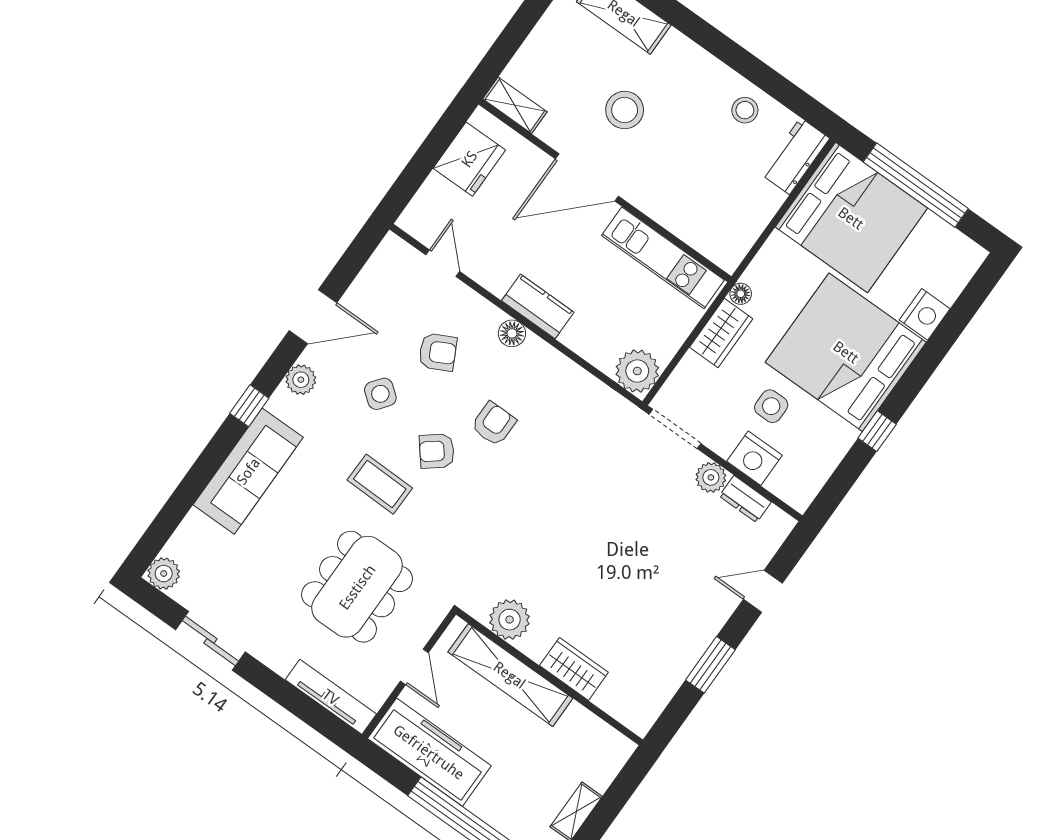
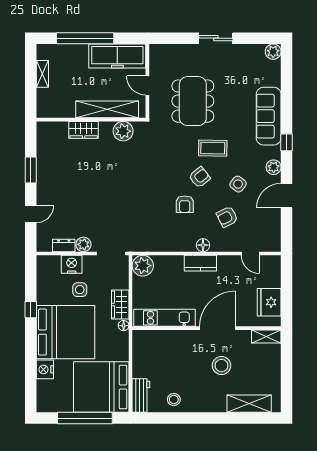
sliding door: (210, 641) -> (216, 38), moved
tv unit: (331, 697) -> (172, 50), removed

